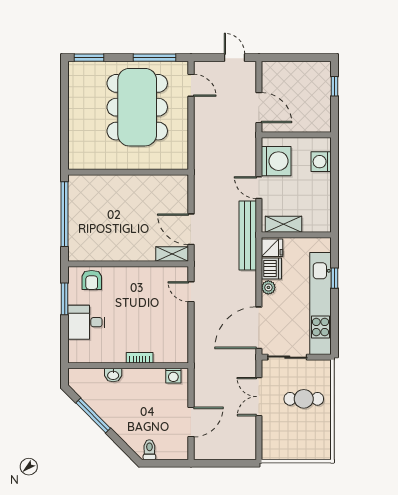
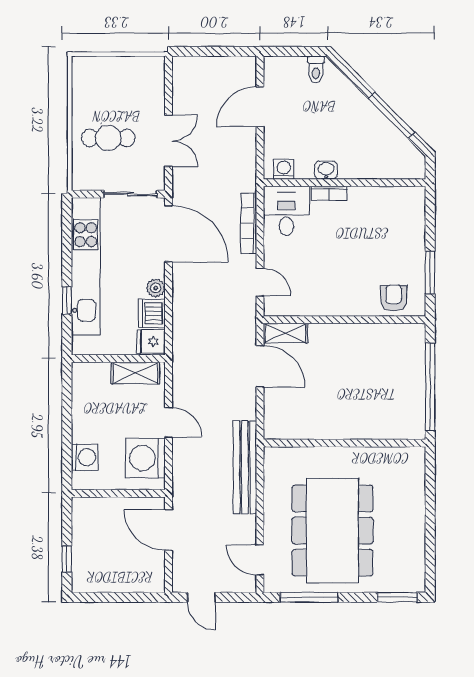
bench: (248, 235) -> (245, 467), moved
desk: (86, 322) -> (286, 211), moved, turned -90
door: (259, 328) -> (169, 234), hinge flipped
bookcase: (199, 335) -> (249, 223), added
washbasin: (113, 375) -> (326, 170), moved

